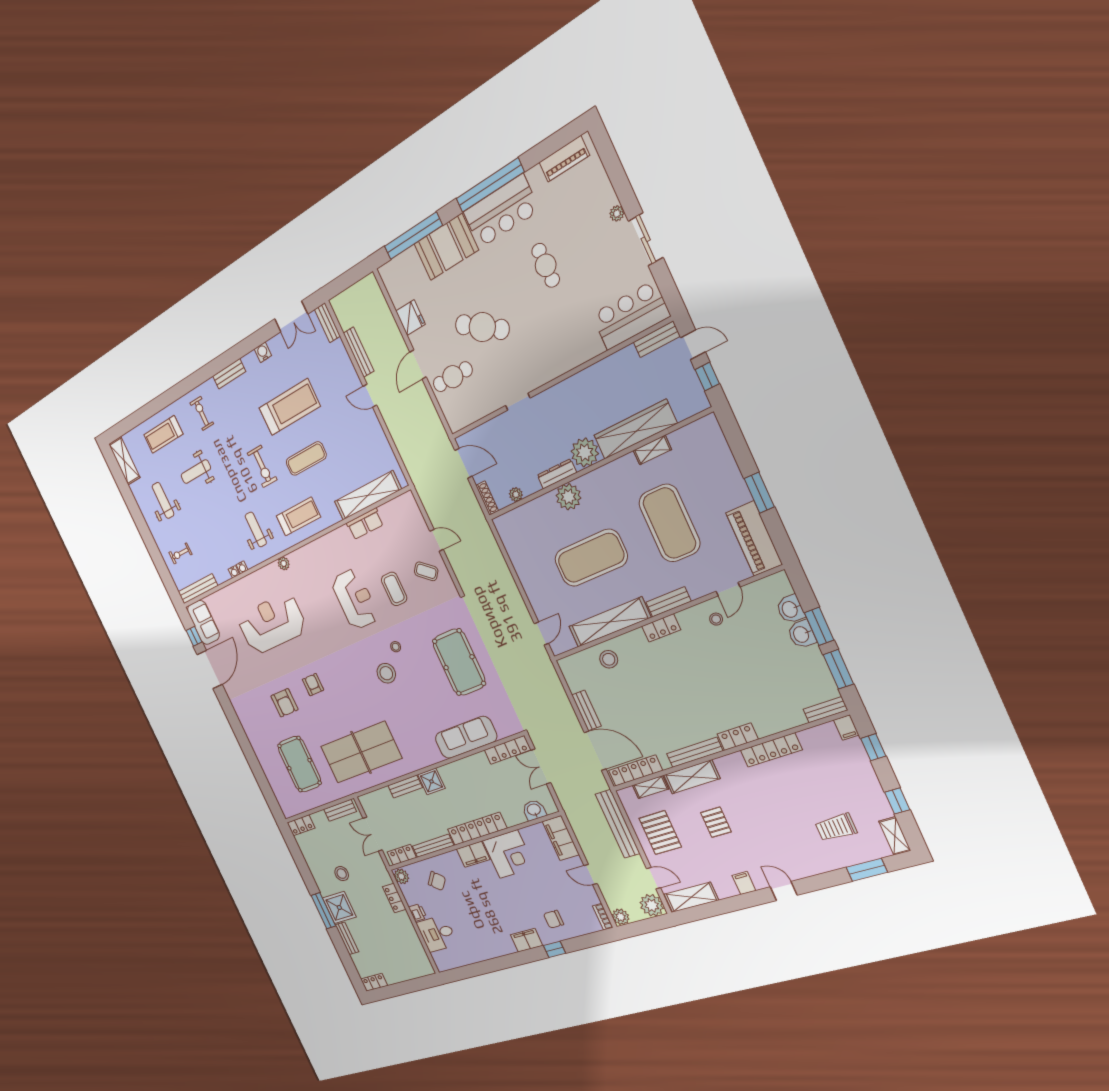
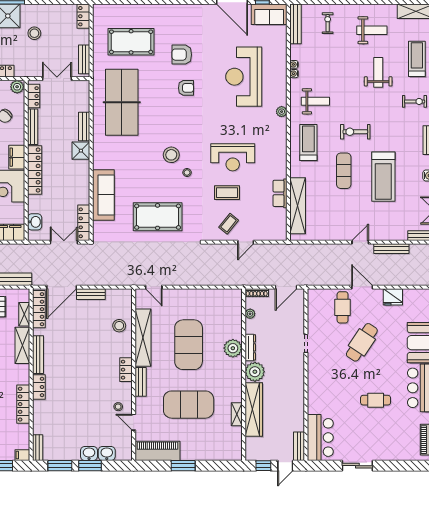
plant: (617, 213) -> (380, 456), removed
treadmill: (298, 516) -> (308, 143), turned 180
reception desk: (272, 624) -> (244, 77), turned 180

